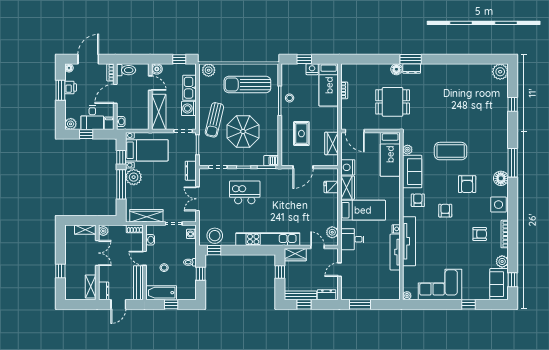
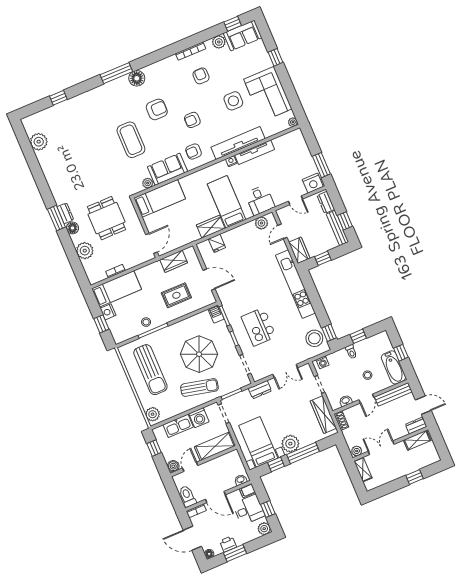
plant: (373, 72) -> (85, 251), added
plant: (500, 72) -> (39, 142), moved
nightstand: (348, 167) -> (313, 183), moved
side table: (499, 205) -> (233, 101), moved

